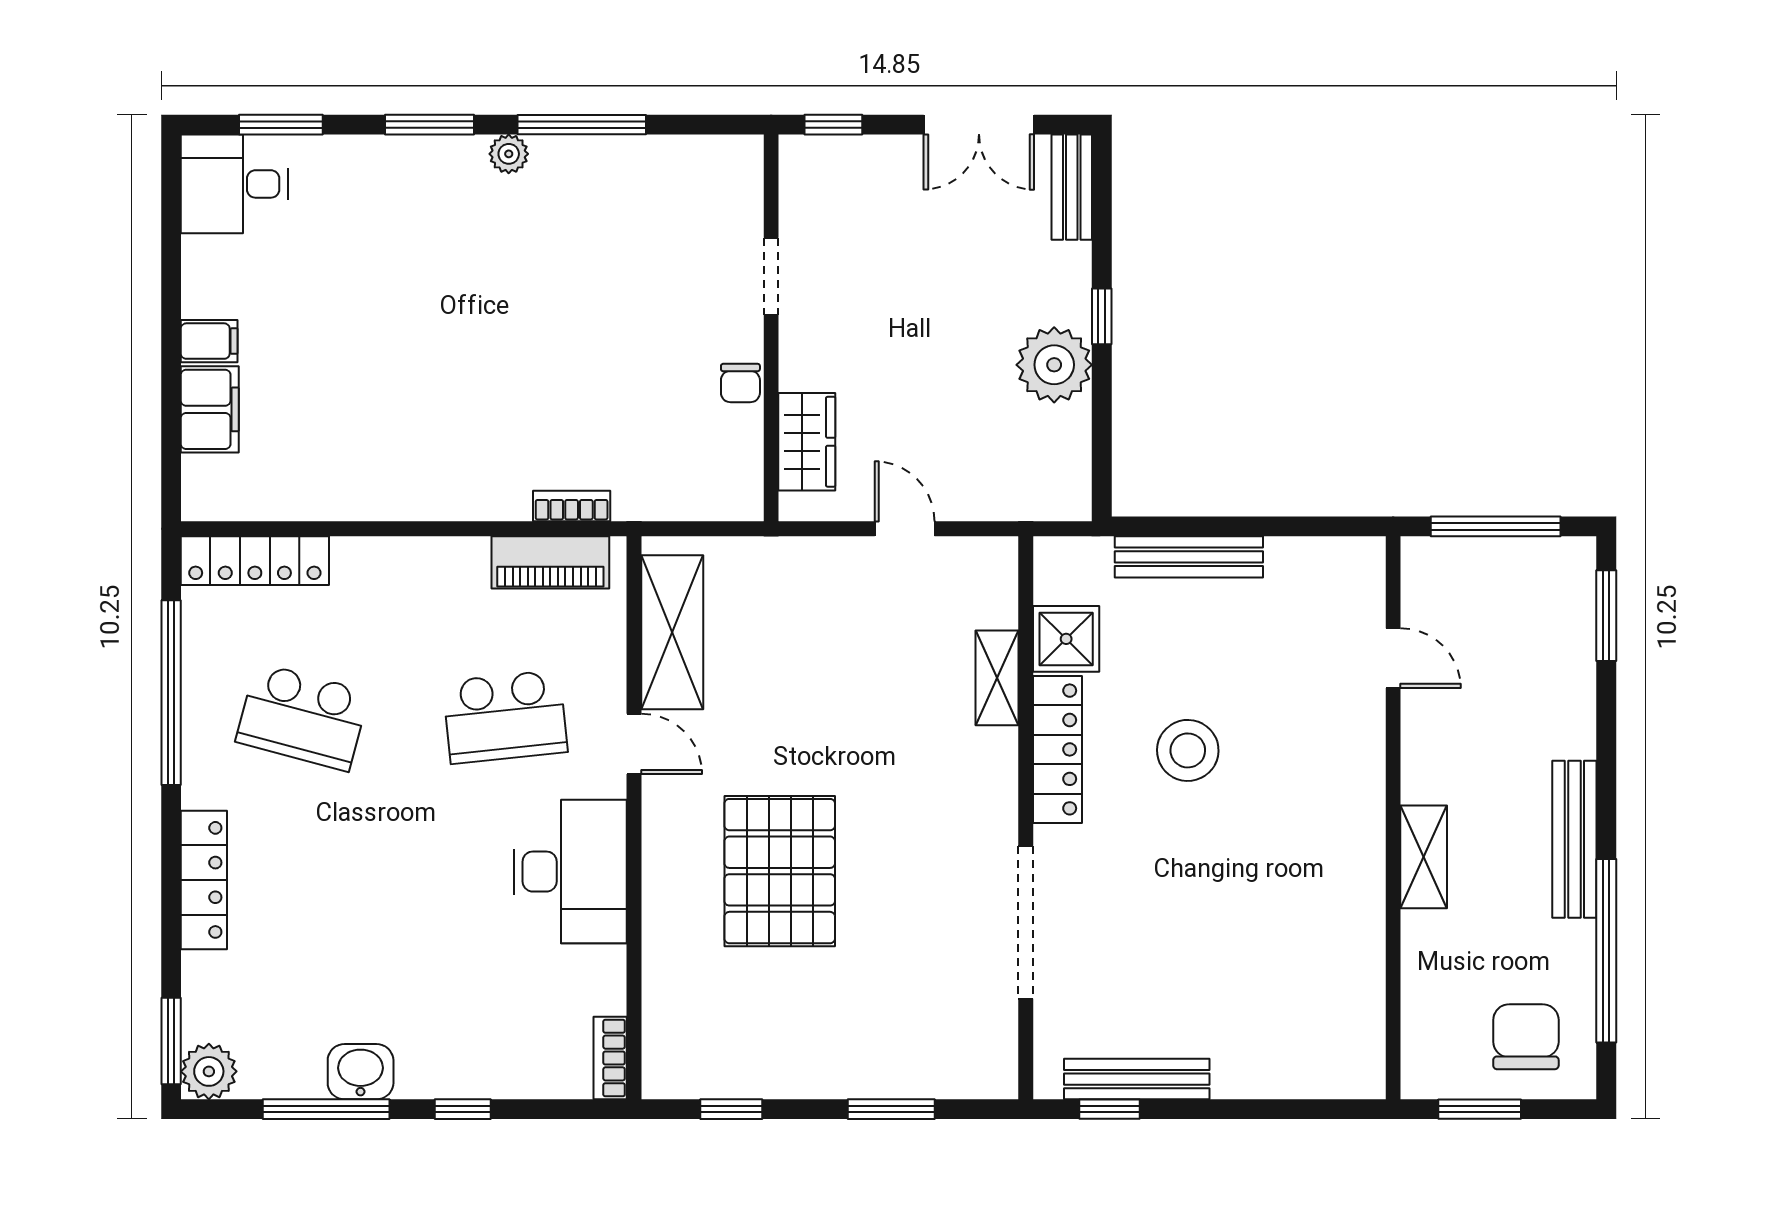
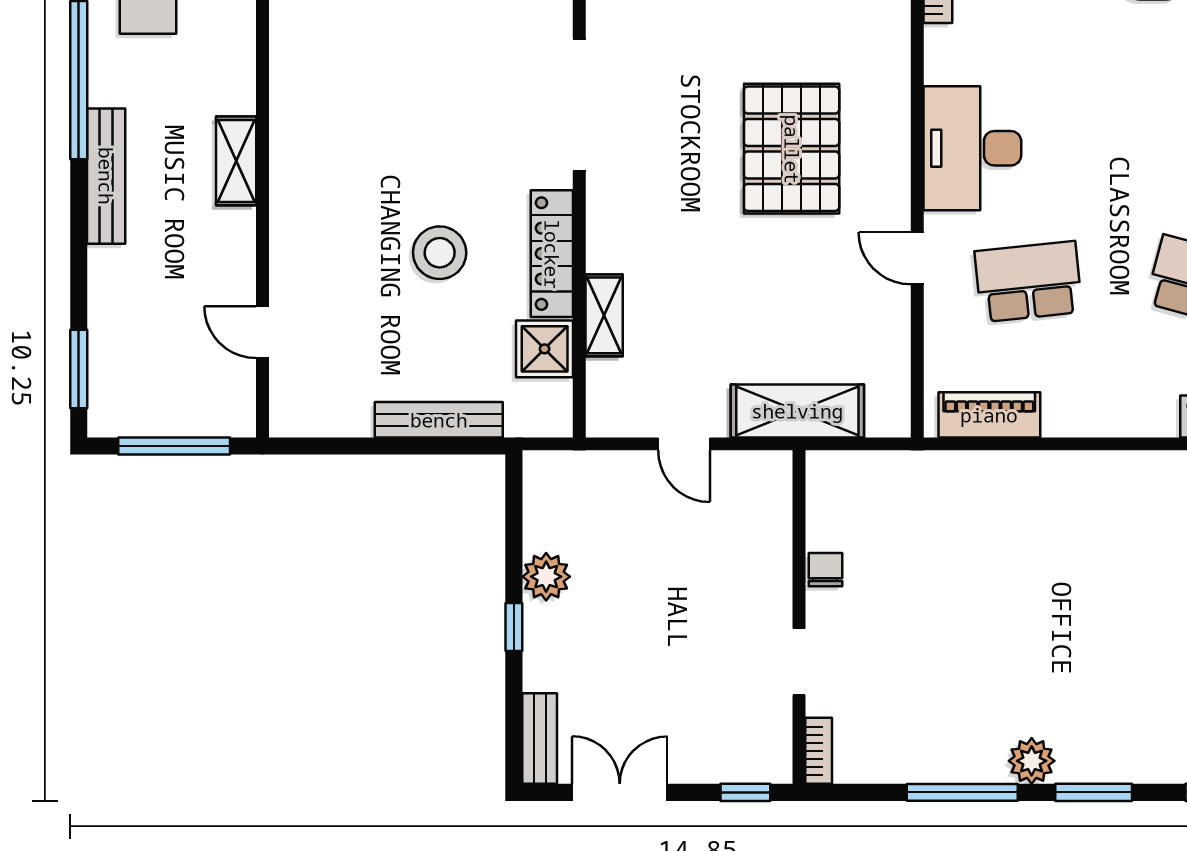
plant: (509, 154) -> (1032, 761), width x1.38, depth x1.38
plant: (1054, 365) -> (546, 577), width x0.73, depth x0.73
wardrobe: (807, 442) -> (768, 519), removed
bookcase: (572, 506) -> (819, 751), moved, turned -90
shelving: (672, 632) -> (797, 411), moved, turned 90

